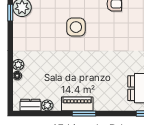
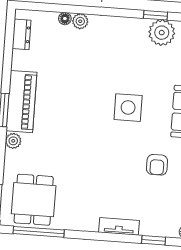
piano: (77, 104) -> (21, 102), width x1.37, depth x1.33
plant: (47, 105) -> (13, 141), moved

